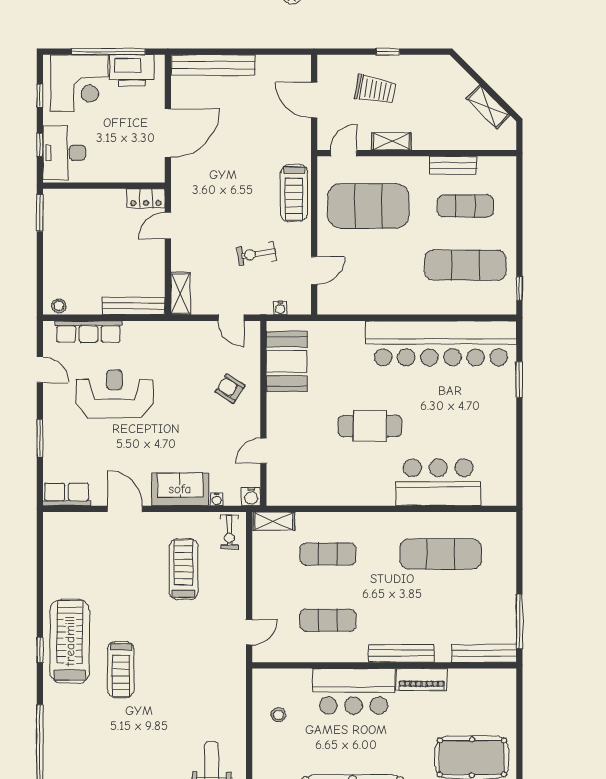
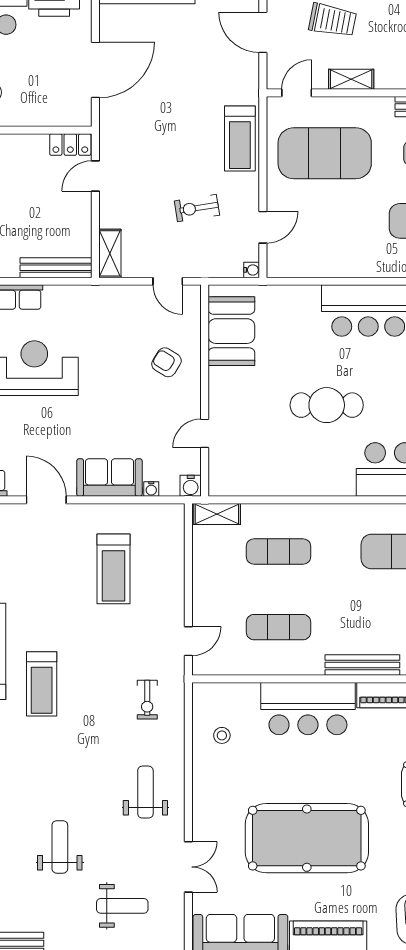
water cooler: (280, 308) -> (252, 270), moved, turned -90
exercise bike: (229, 532) -> (147, 700), moved
treadmill: (184, 569) -> (114, 569), turned 180

